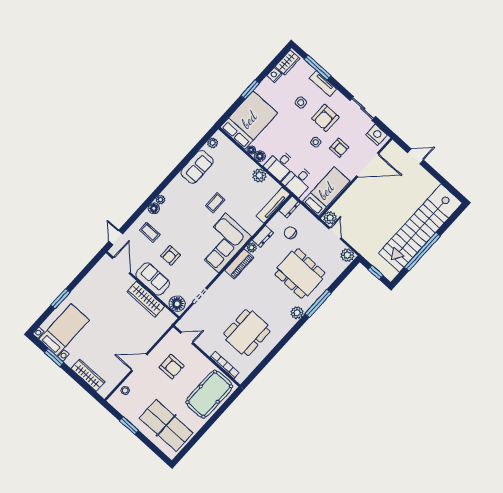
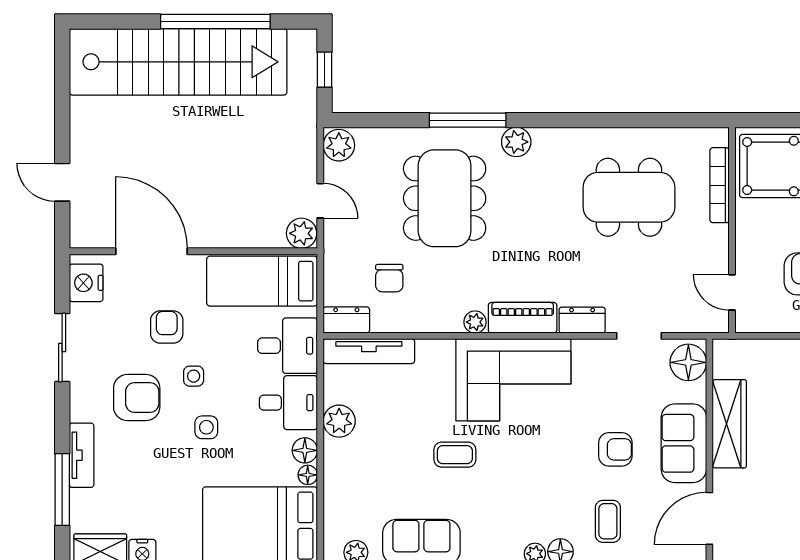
side table: (301, 102) -> (206, 427), moved
door: (335, 233) -> (320, 201), swing flipped
dresser: (263, 236) -> (582, 320), moved

